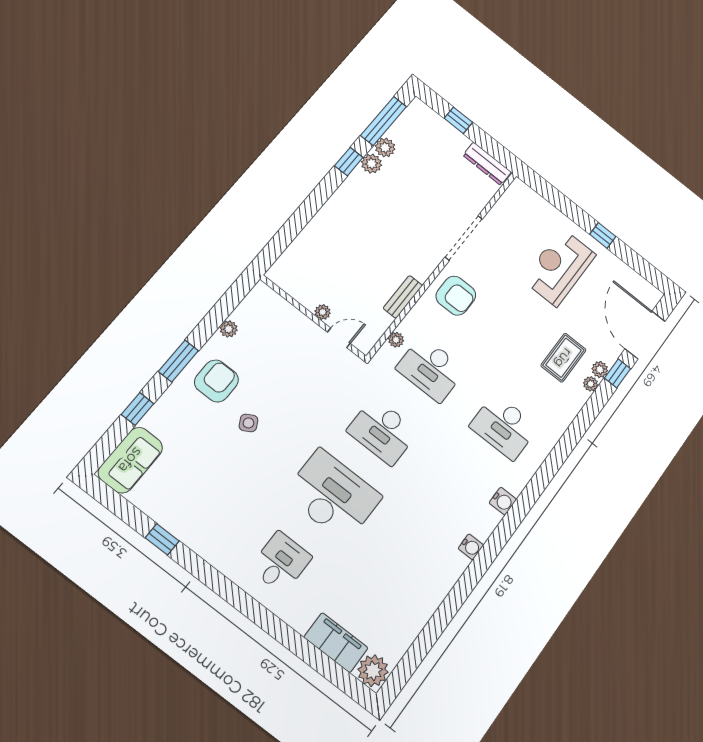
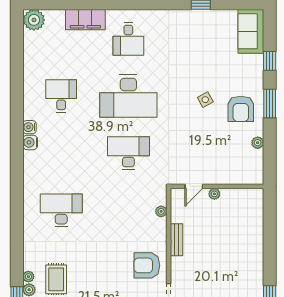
desk: (431, 369) -> (61, 96), moved, width x0.73
water cooler: (503, 501) -> (30, 142), moved
filing cabinet: (336, 643) -> (85, 20), moved

